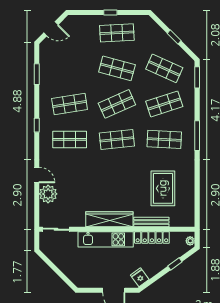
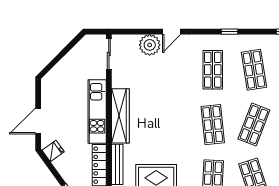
shop shelf: (117, 104) -> (254, 125), turned 45

